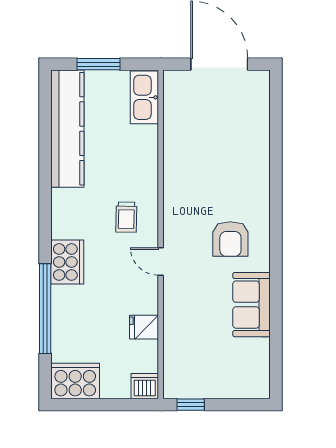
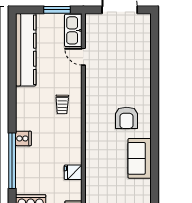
window: (98, 64) -> (57, 10), moved
door: (161, 261) -> (83, 57), moved
cooker: (67, 262) -> (23, 138), width x0.53, depth x0.76

